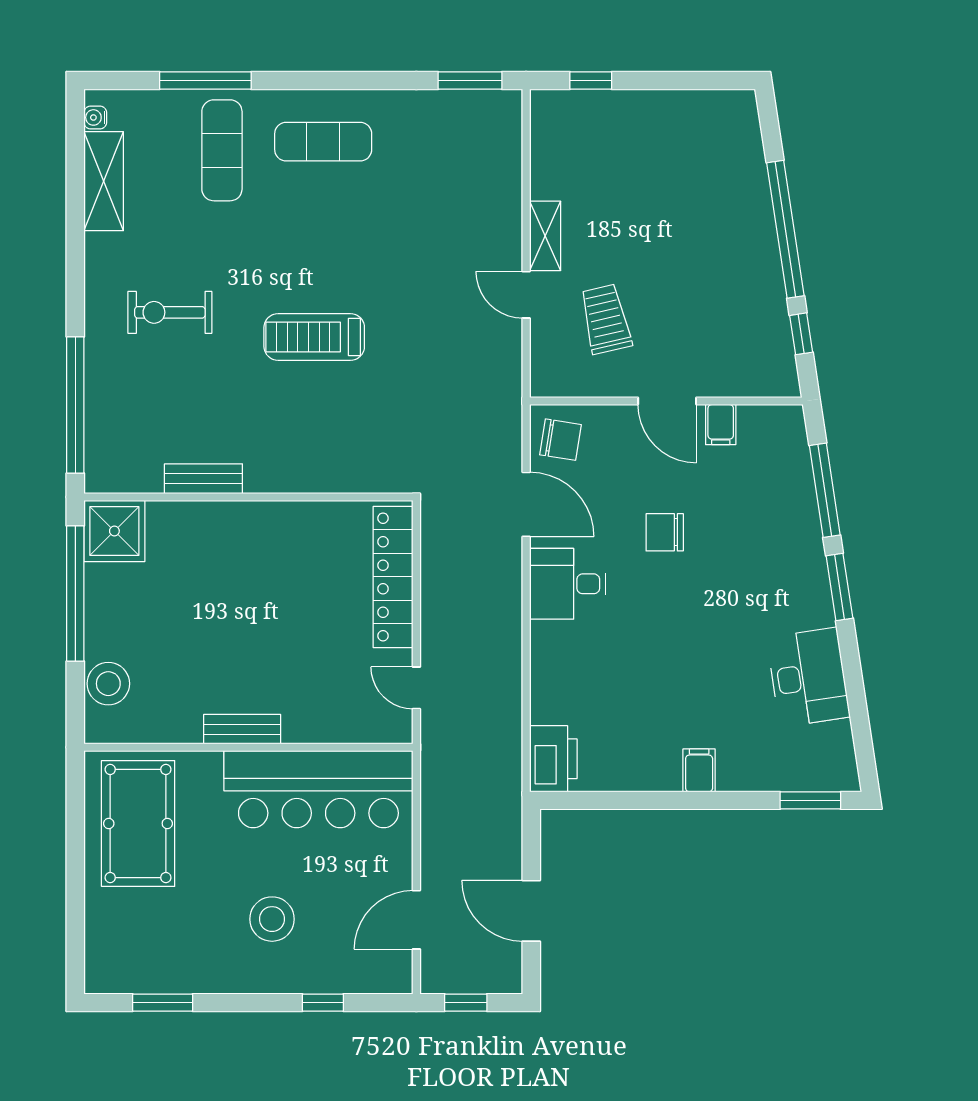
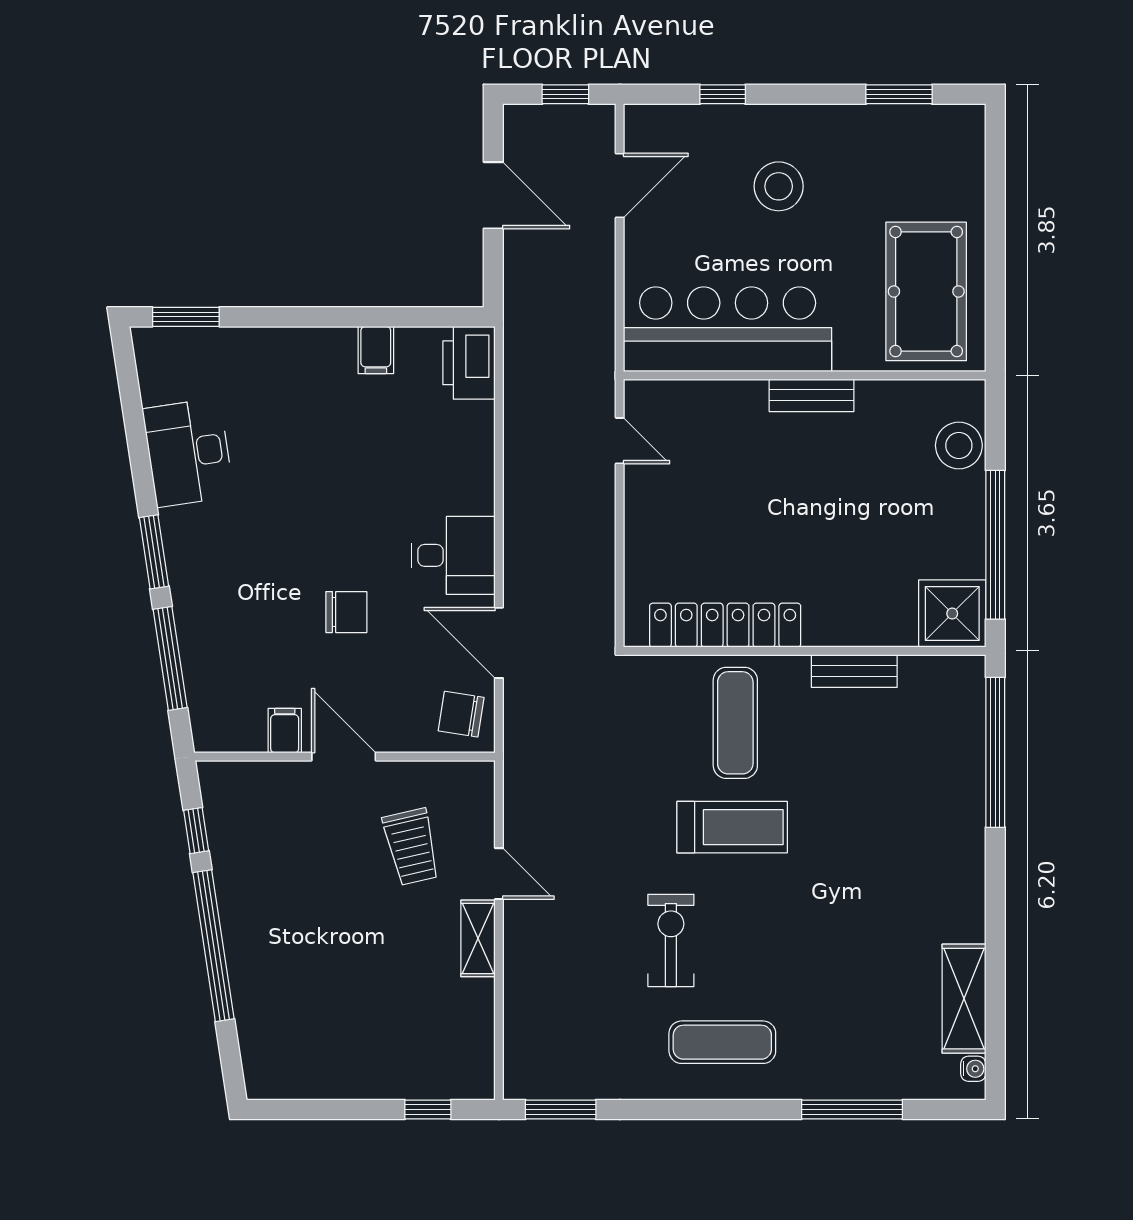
exercise mat: (222, 150) -> (735, 723), moved
exercise bike: (170, 312) -> (671, 940), moved, turned -90
locker: (393, 577) -> (725, 625), moved, turned -90
filing cabinet: (699, 770) -> (376, 350), moved

